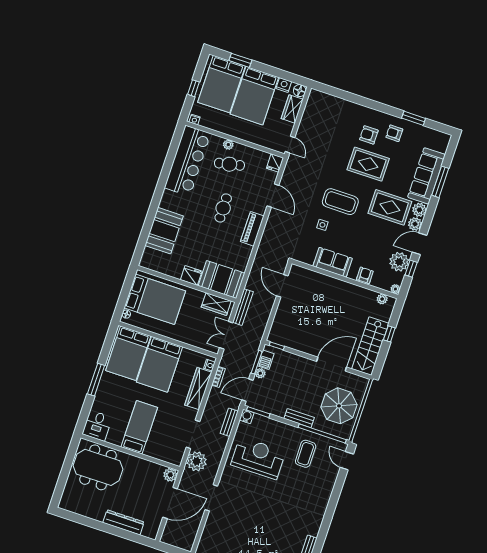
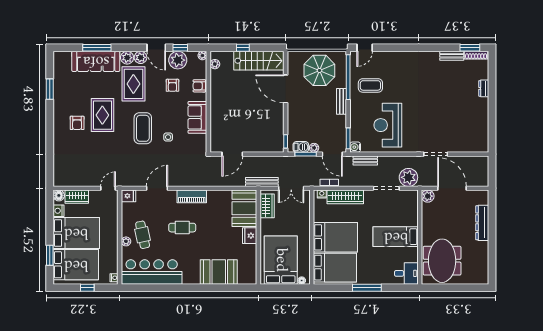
armchair: (394, 133) -> (172, 85), moved

